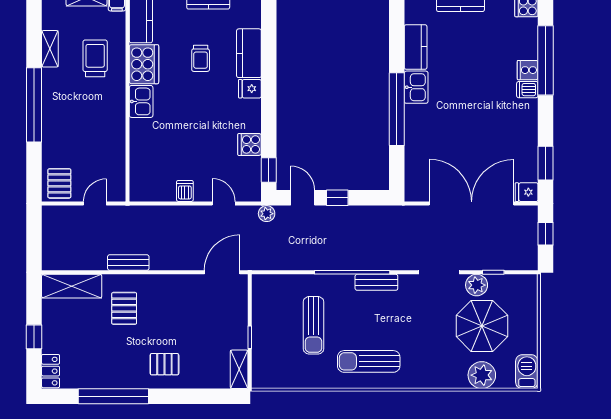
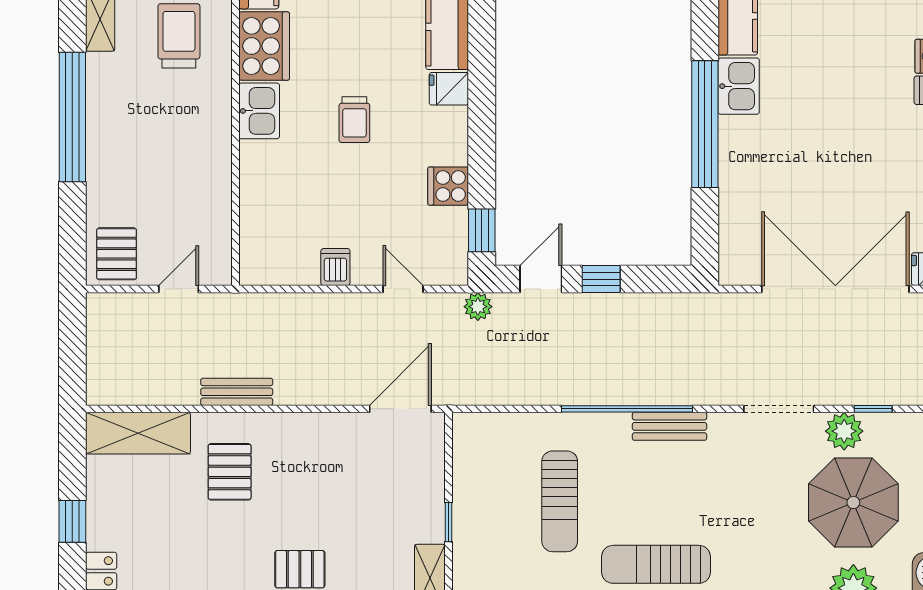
trolley: (201, 58) -> (354, 120), moved
door: (303, 198) -> (541, 279), hinge flipped

